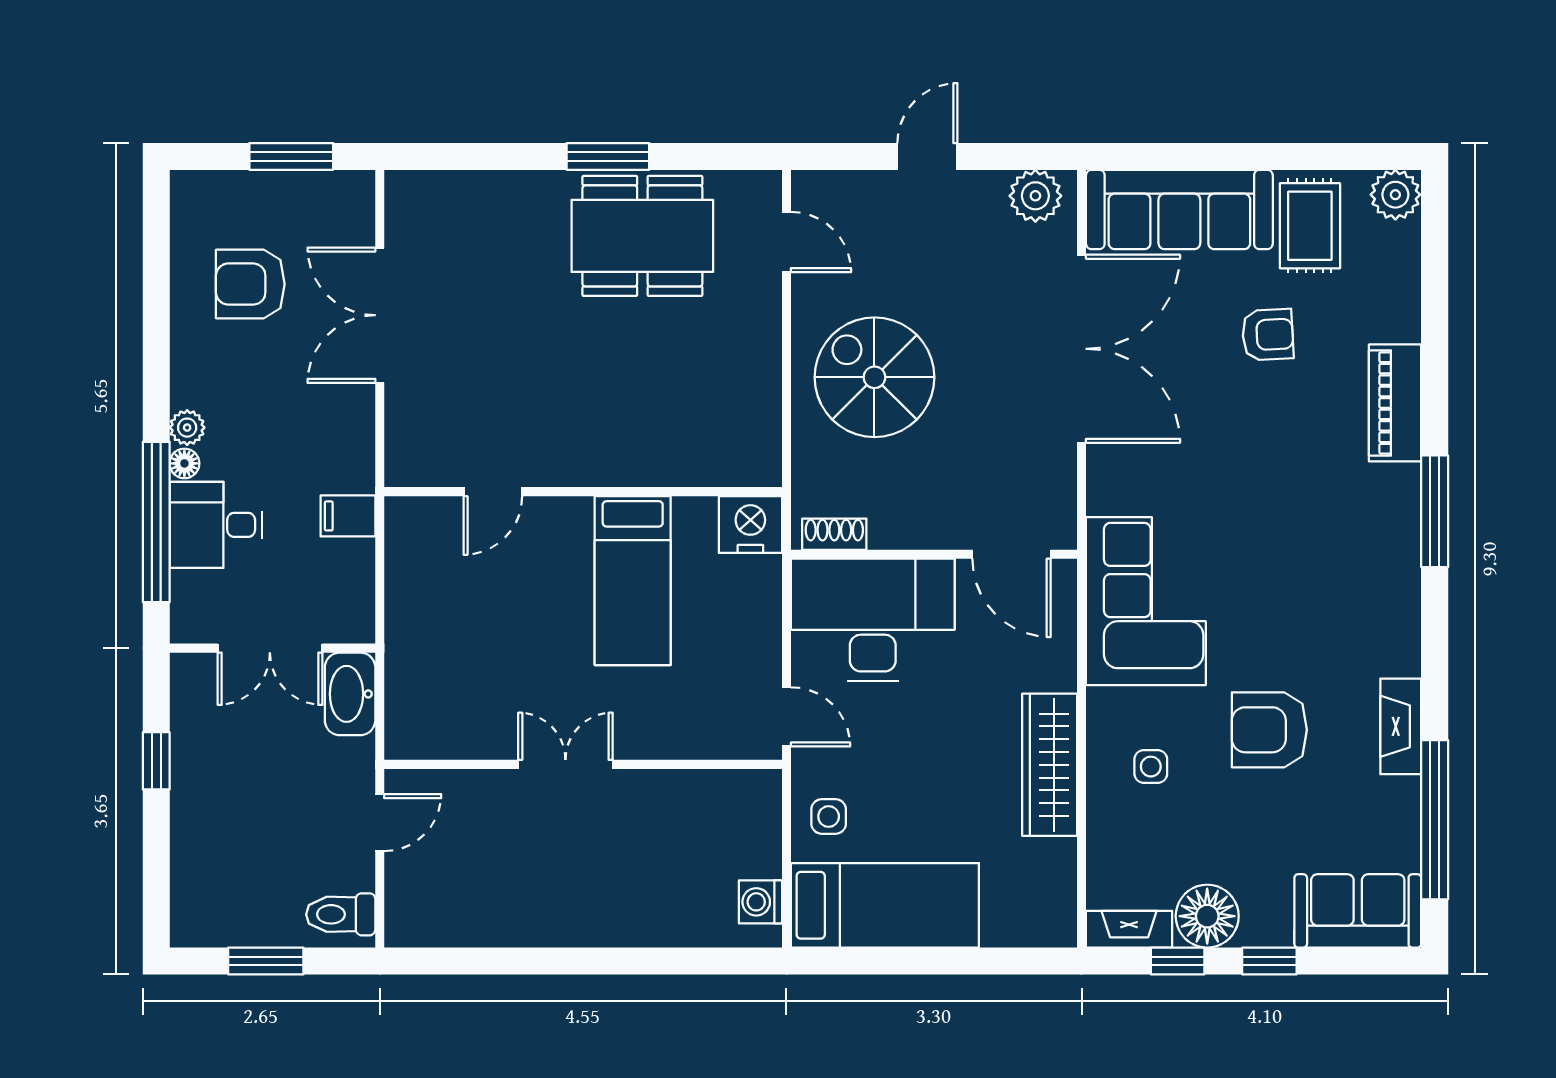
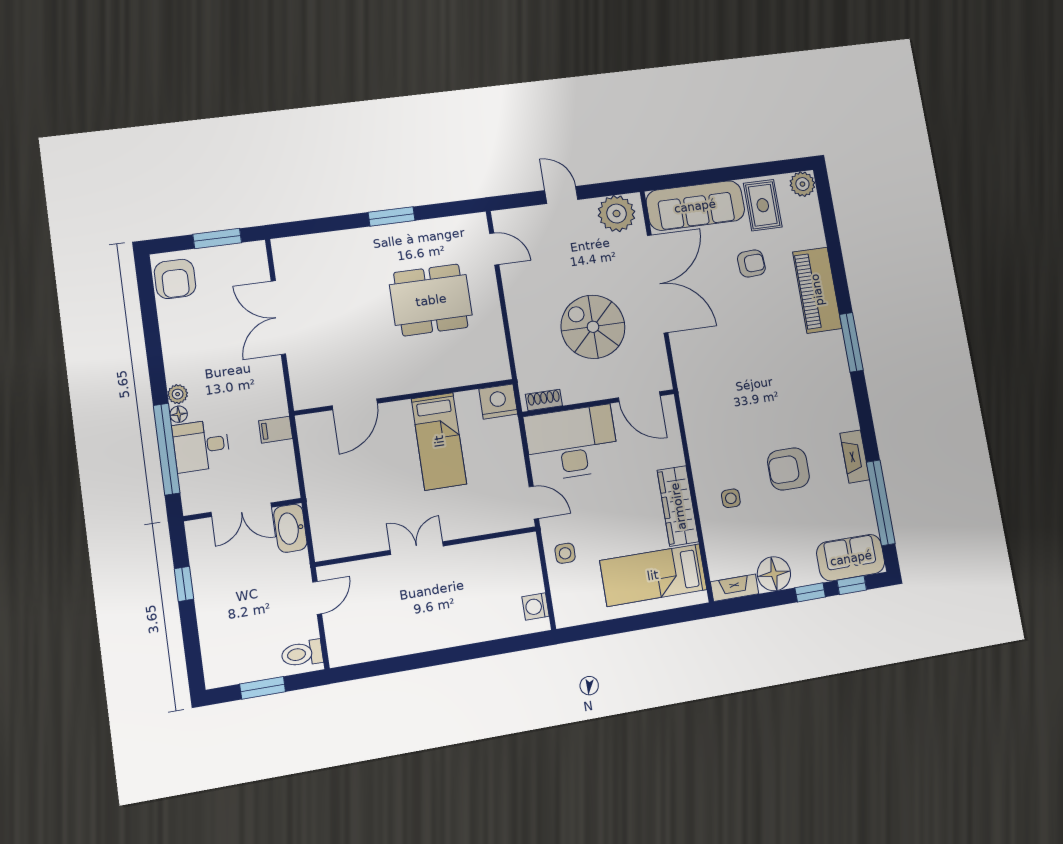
door: (927, 156) -> (561, 195), hinge flipped
plant: (1035, 196) -> (617, 214), width x1.36, depth x1.36
dining table: (642, 236) -> (431, 300), moved
armchair: (250, 284) -> (175, 279), moved, turned -90
spiral stairs: (874, 377) -> (593, 327), moved
piano: (1395, 403) -> (817, 290), width x1.37, depth x1.33
door: (493, 492) -> (355, 404), width x1.37
corner sofa: (1146, 601) -> (713, 411), removed
bed: (885, 905) -> (653, 575), moved, turned 180
window: (1178, 961) -> (852, 585), moved

